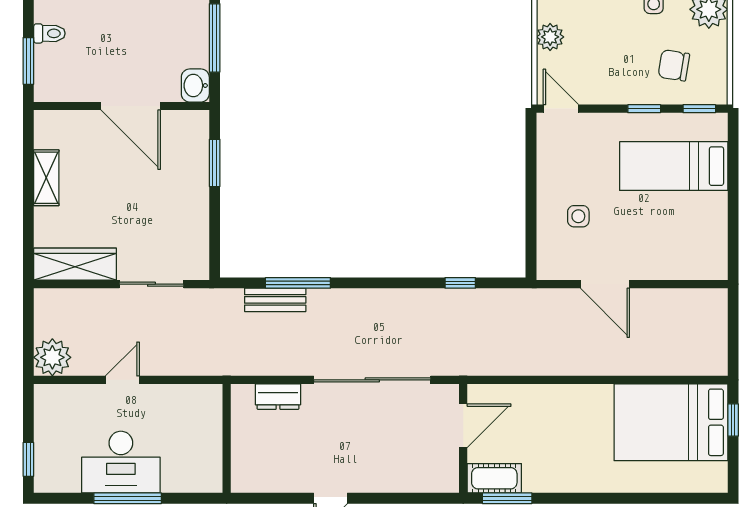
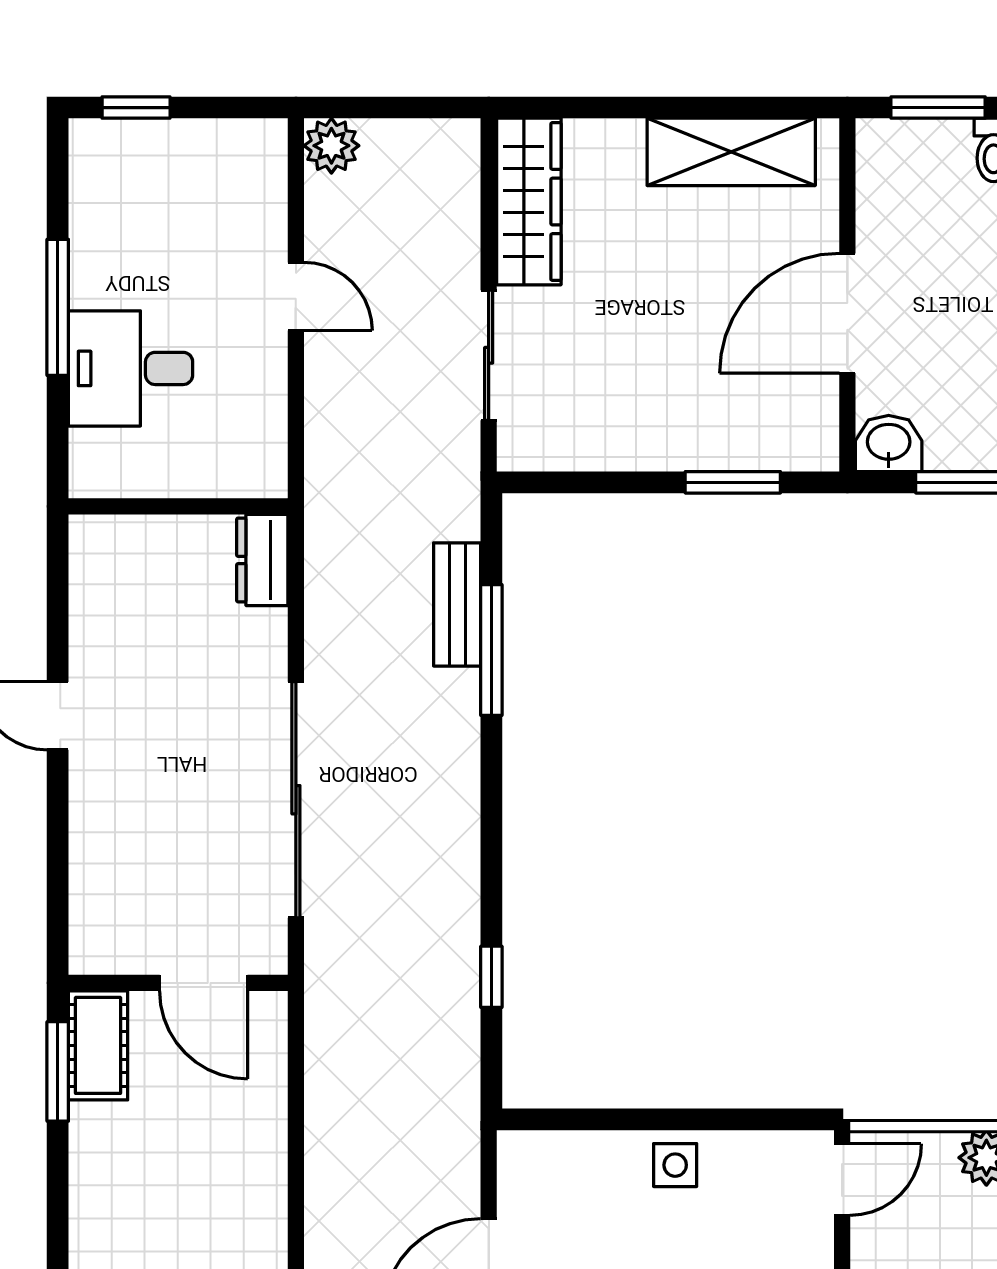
shelving: (46, 178) -> (731, 152), width x1.50, depth x1.33
side table: (578, 216) -> (675, 1165), moved
plant: (52, 357) -> (331, 146), width x0.73, depth x0.73
dresser: (278, 397) -> (262, 560), moved
desk: (121, 462) -> (131, 368), moved, width x0.73

